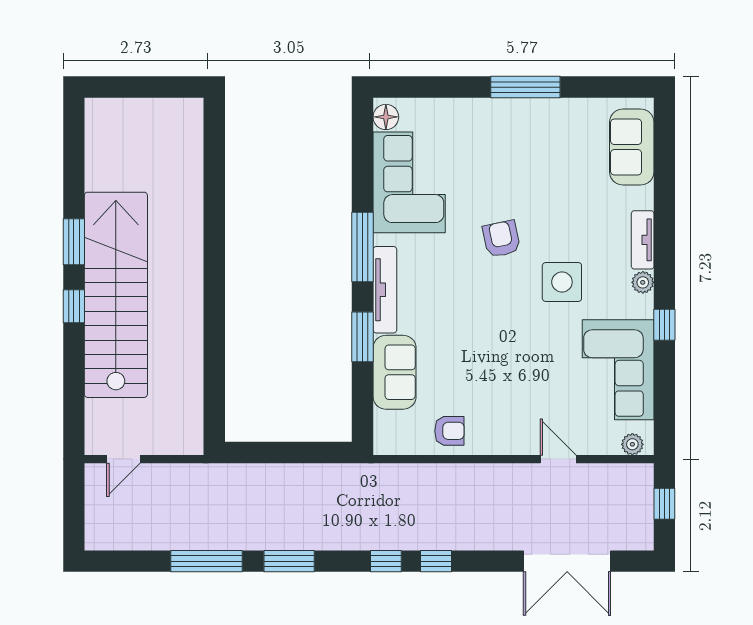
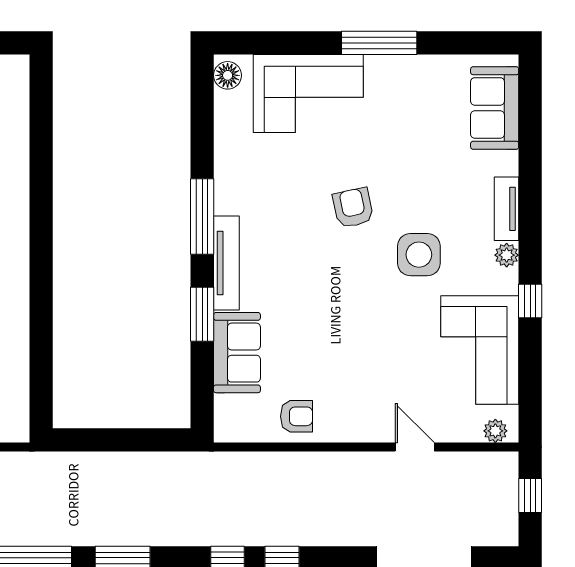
corner sofa: (409, 182) -> (308, 94), moved, turned 90

